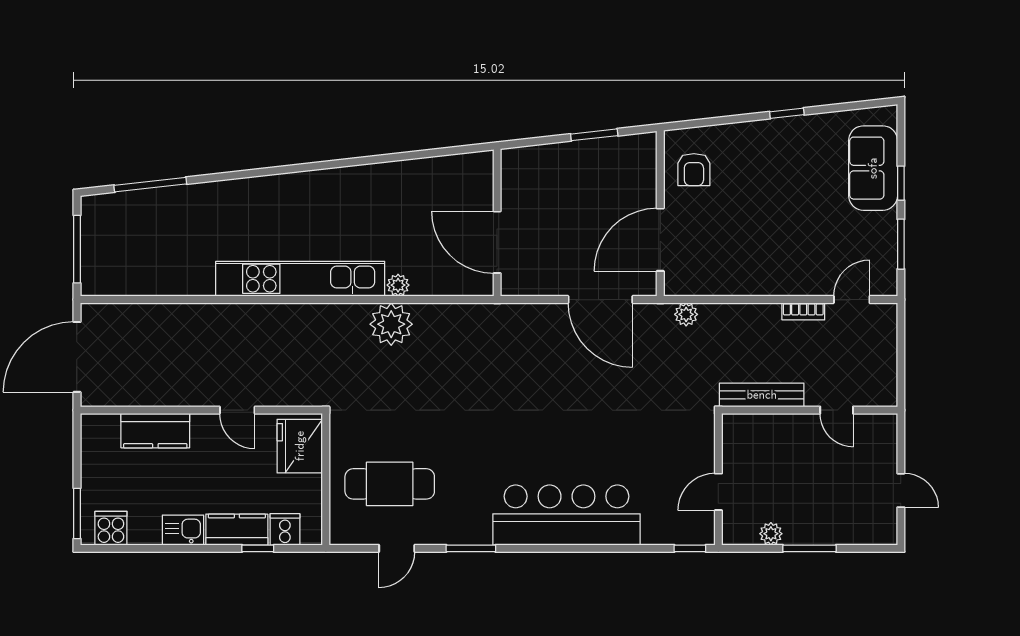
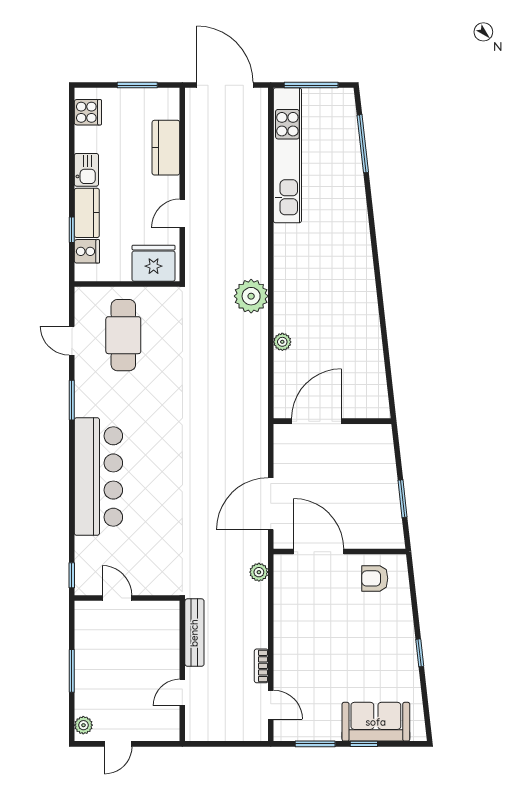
kitchen unit: (300, 279) -> (287, 155), moved
plant: (391, 324) -> (251, 296), moved
window: (77, 513) -> (137, 85), moved
plant: (771, 534) -> (83, 725), moved

